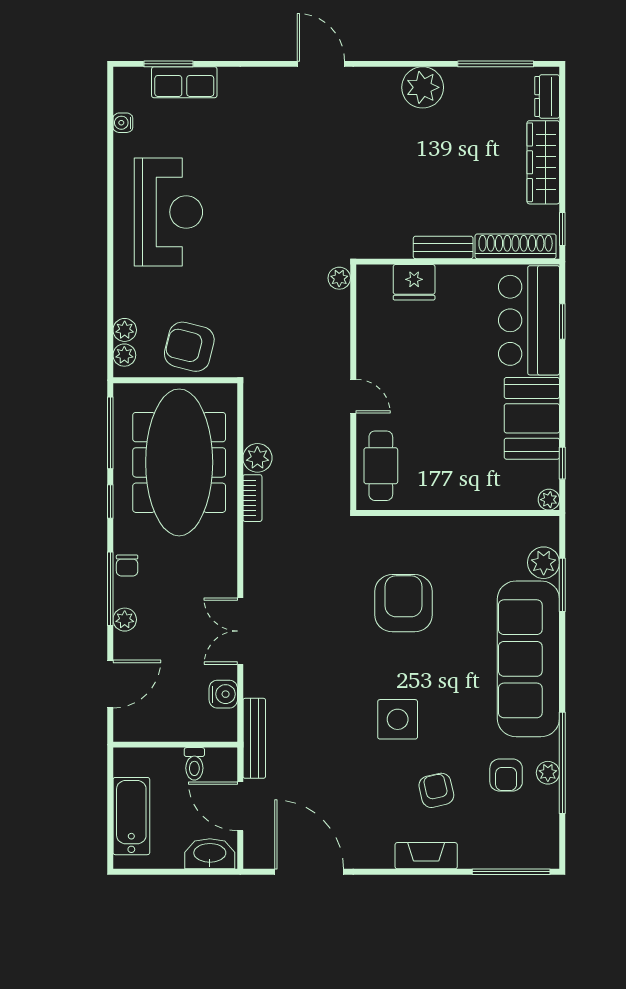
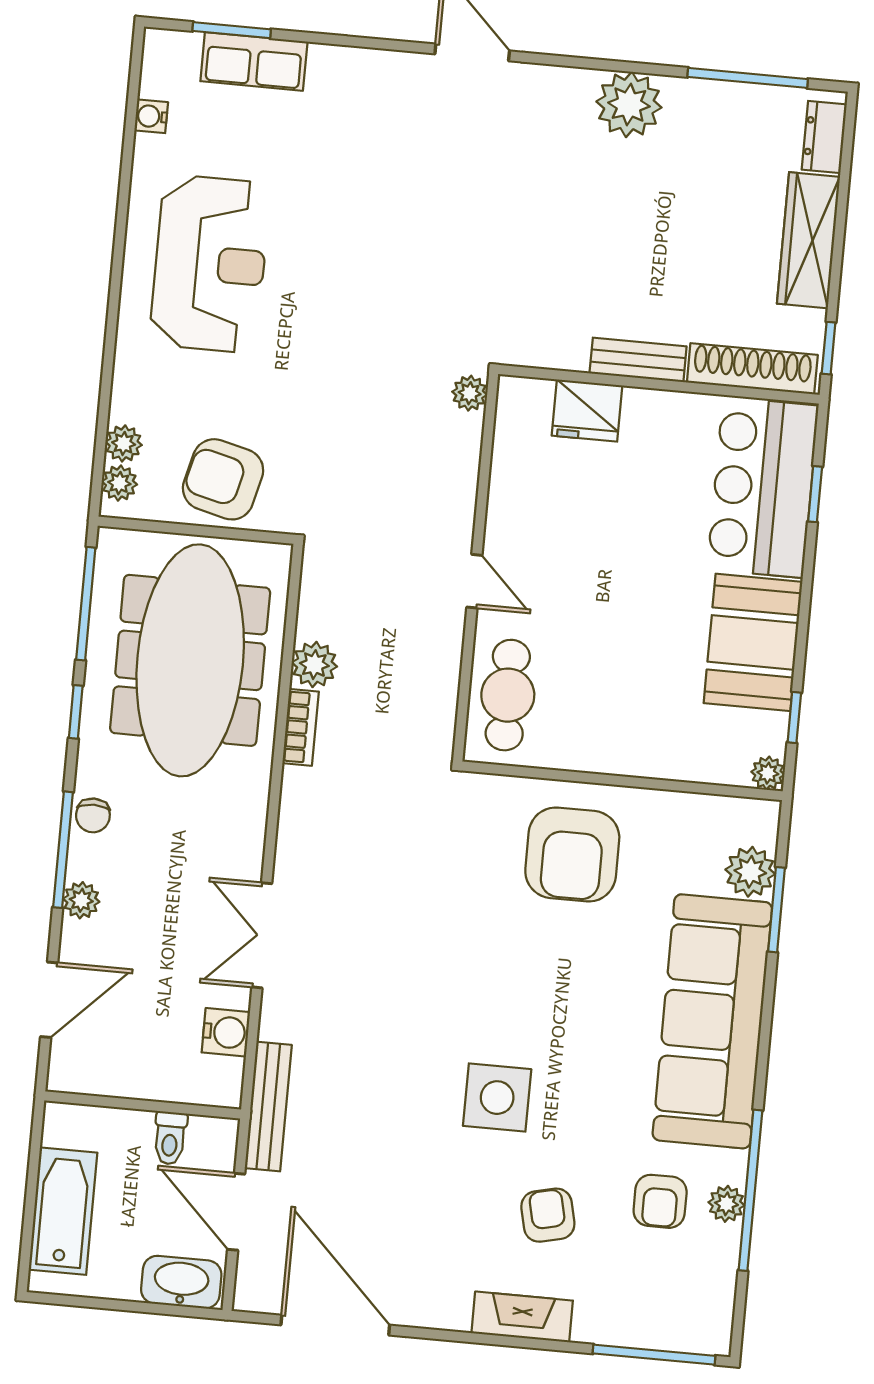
armchair: (404, 603) -> (572, 854), moved, turned 180

